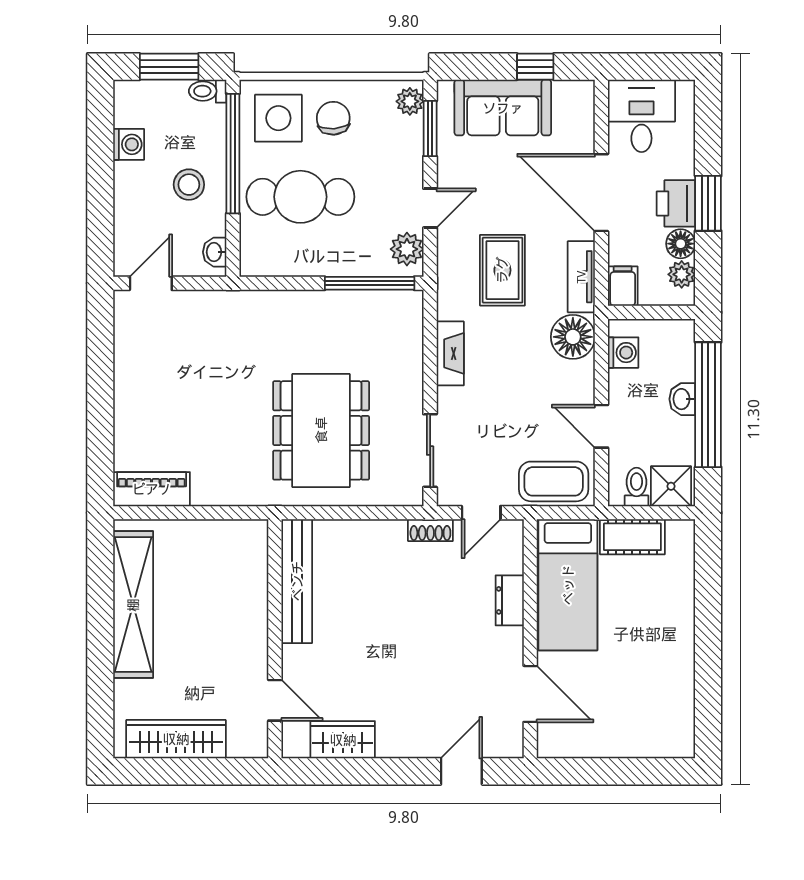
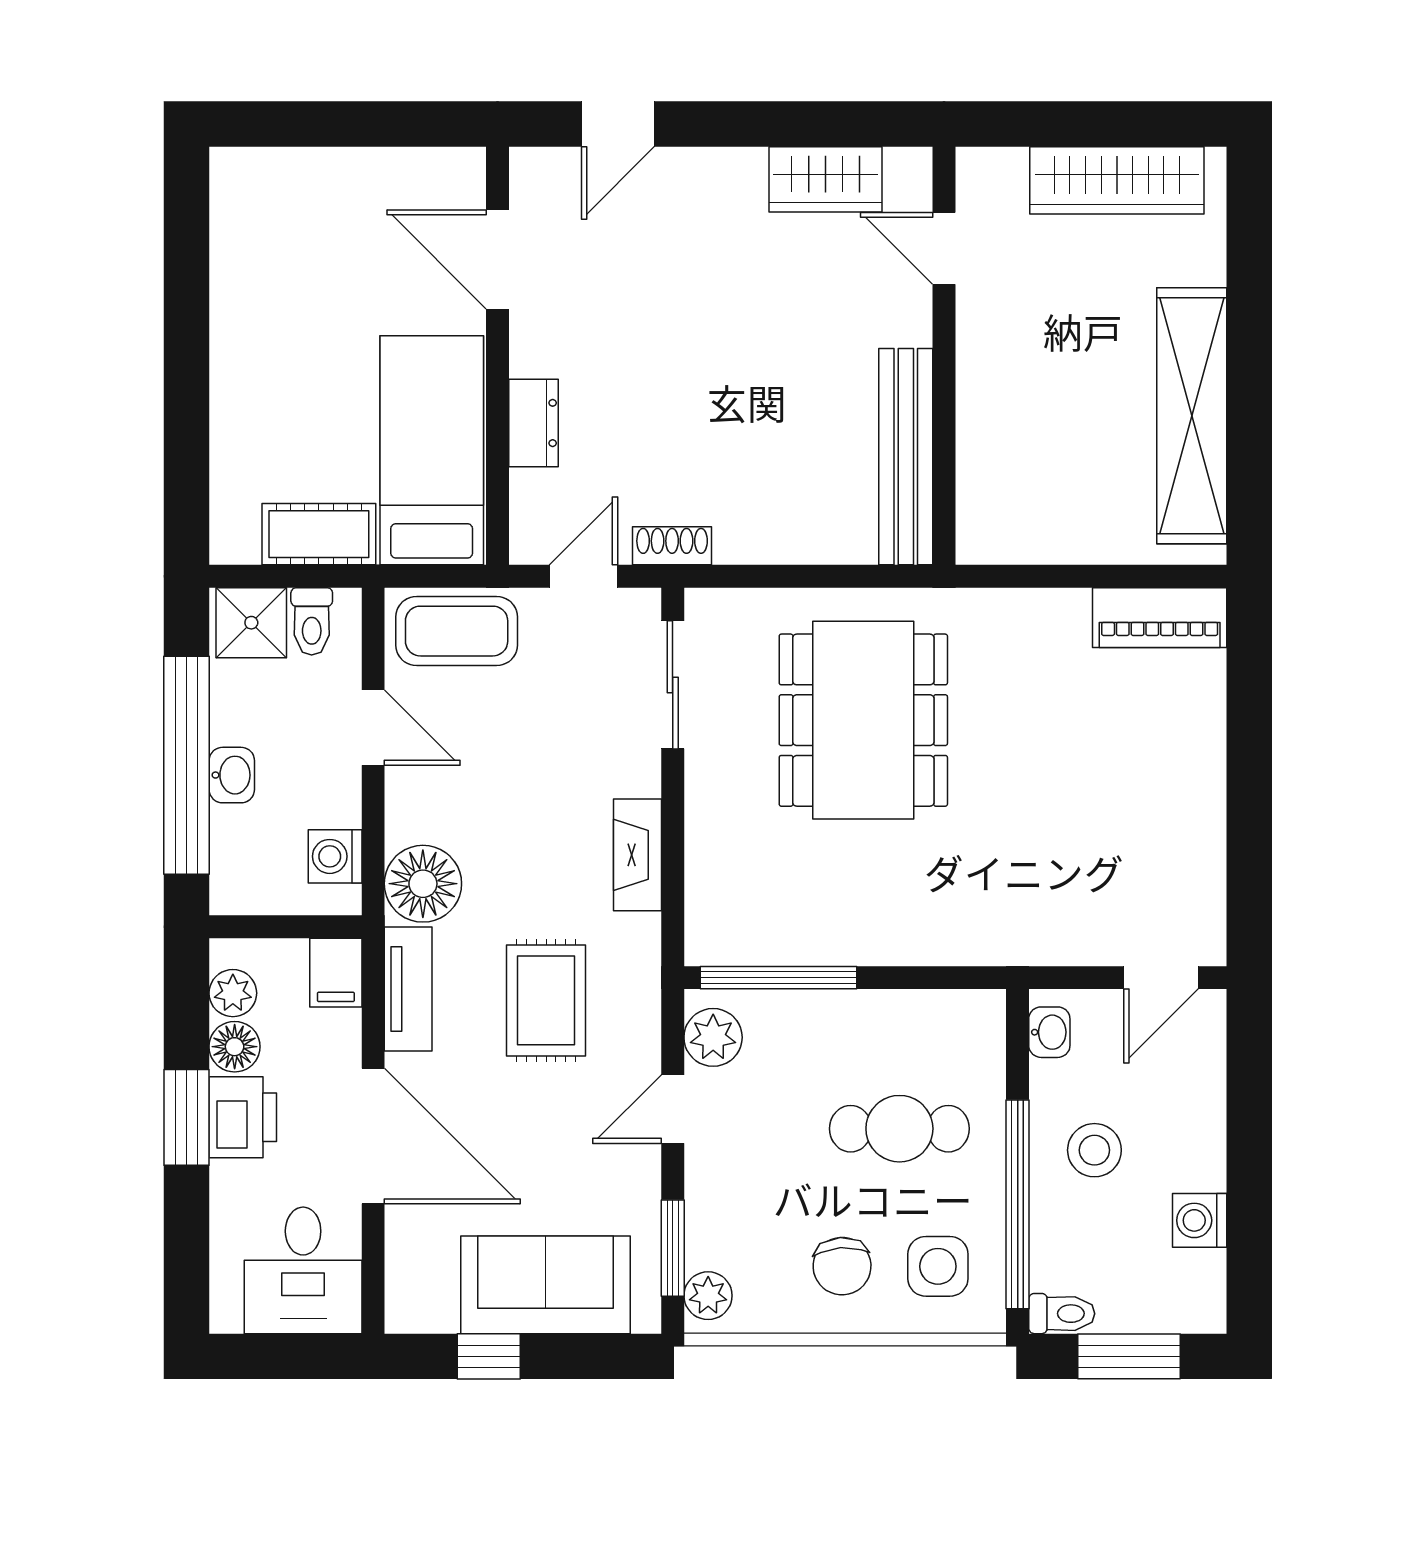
side table: (278, 118) -> (938, 1266), width x0.73, depth x0.73
cafe table: (300, 197) -> (899, 1129), width x0.73, depth x0.74

